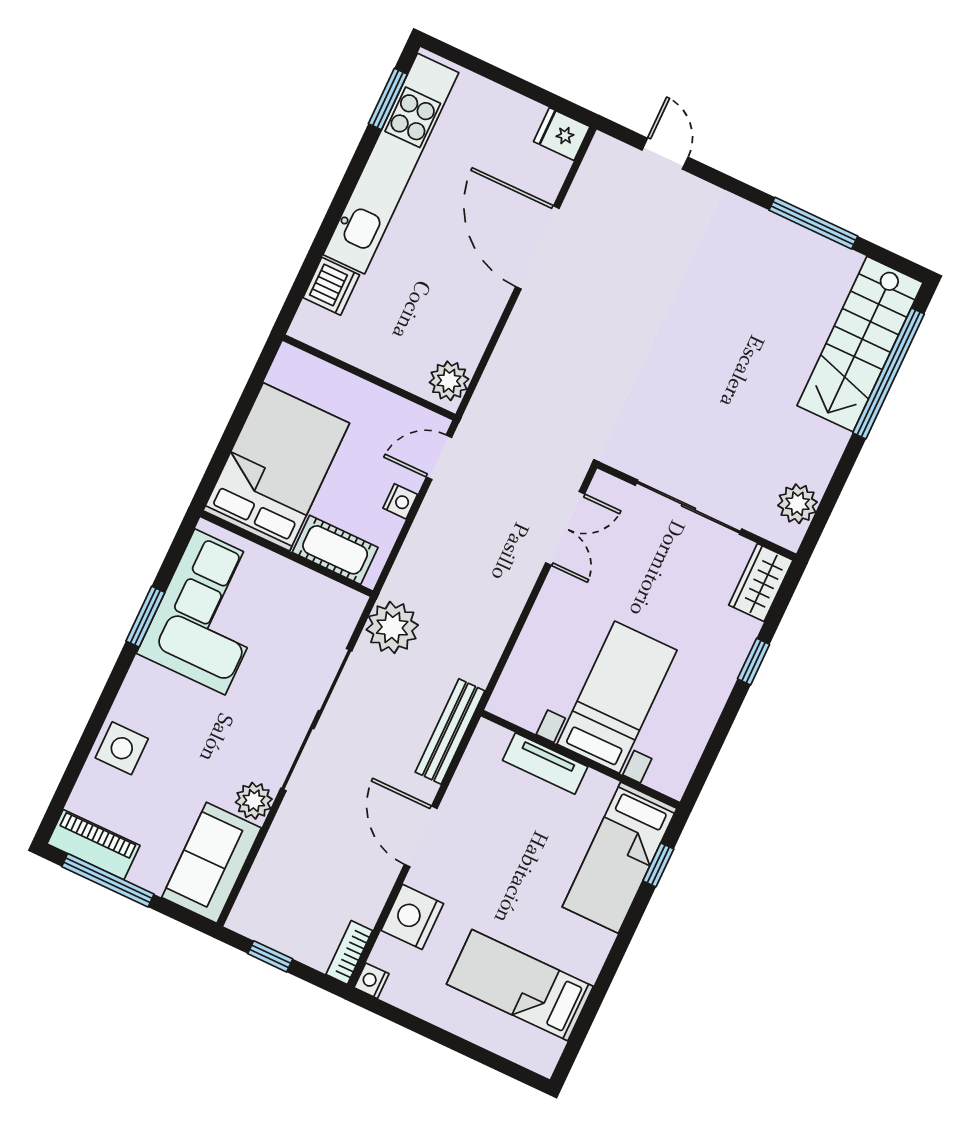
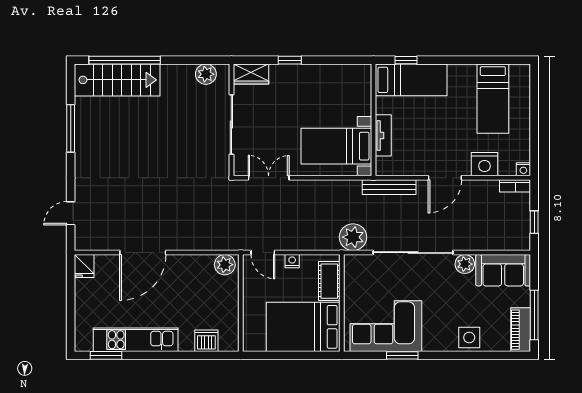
kitchen unit: (391, 164) -> (136, 340), width x0.73
bed with nightstands: (617, 697) -> (336, 146), moved

